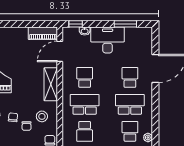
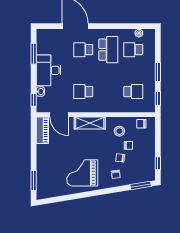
school desk: (85, 104) -> (108, 92), removed
school desk: (130, 104) -> (108, 50), turned 180

